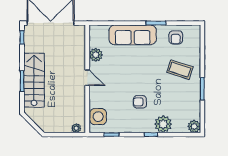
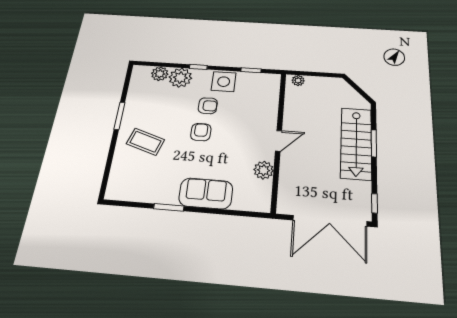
sofa: (133, 35) -> (206, 193), width x0.73
armchair: (176, 37) -> (201, 132), moved
door: (87, 78) -> (278, 141), swing flipped
side table: (98, 117) -> (224, 82), moved
plant: (194, 126) -> (160, 74), moved

